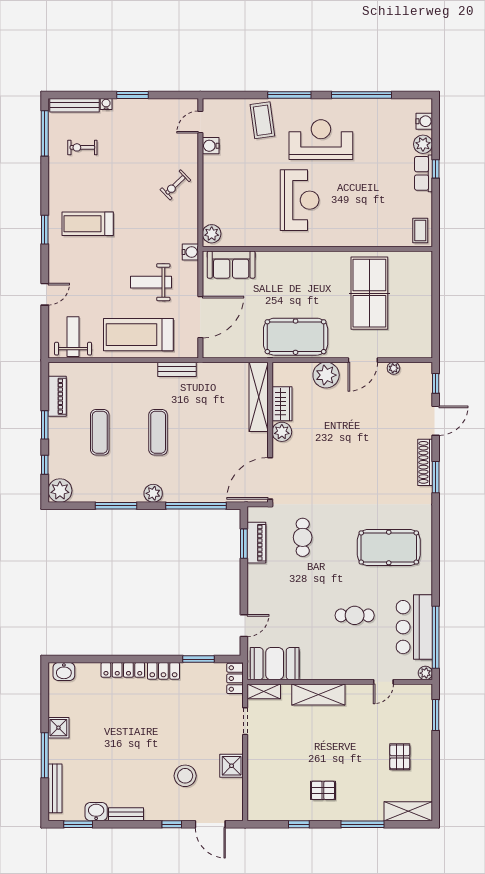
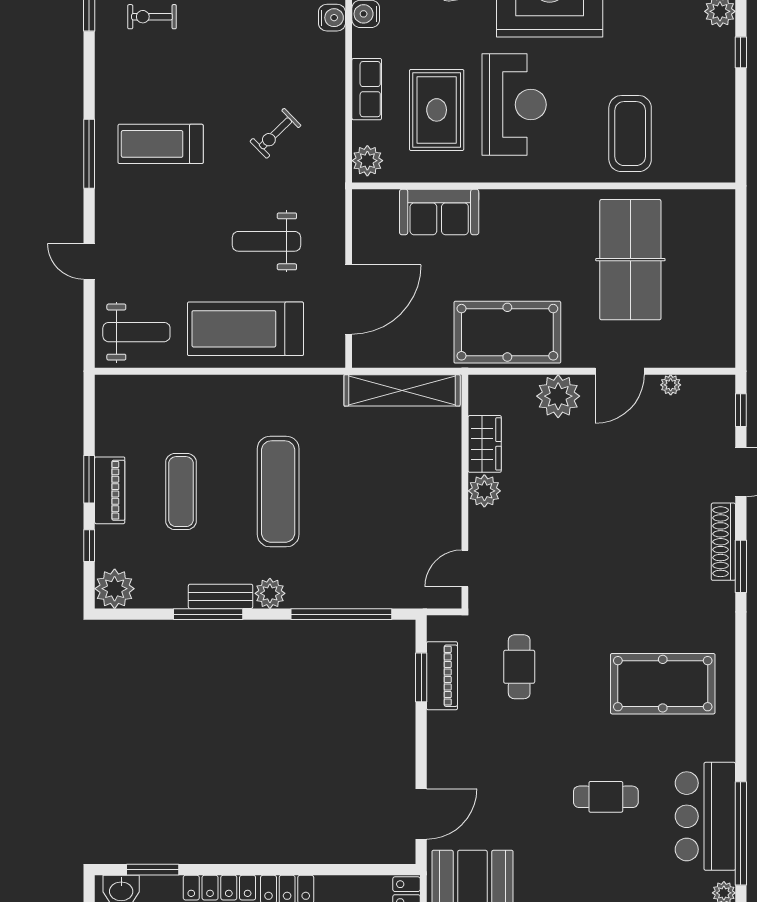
row of seats: (423, 173) -> (367, 89), moved, turned 180
exercise bike: (175, 185) -> (275, 133), moved
rug: (253, 203) -> (437, 110), added
window: (45, 230) -> (89, 154), width x1.44
coffee table: (420, 231) -> (630, 134), moved, width x1.86, depth x1.72
water cooler: (190, 252) -> (332, 18), moved
sofa: (231, 265) -> (439, 212), moved
door: (45, 294) -> (89, 261), swing flipped
weight bench: (73, 337) -> (136, 332), turned 90
bench: (177, 369) -> (221, 596), moved
piano: (57, 396) -> (110, 490), moved
shelving: (259, 397) -> (402, 390), moved, turned 90
exercise mat: (158, 432) -> (278, 492), width x1.36, depth x1.45
door: (270, 478) -> (465, 568), width x0.53
door: (244, 626) -> (421, 814), width x1.38
window: (199, 659) -> (153, 870), moved

